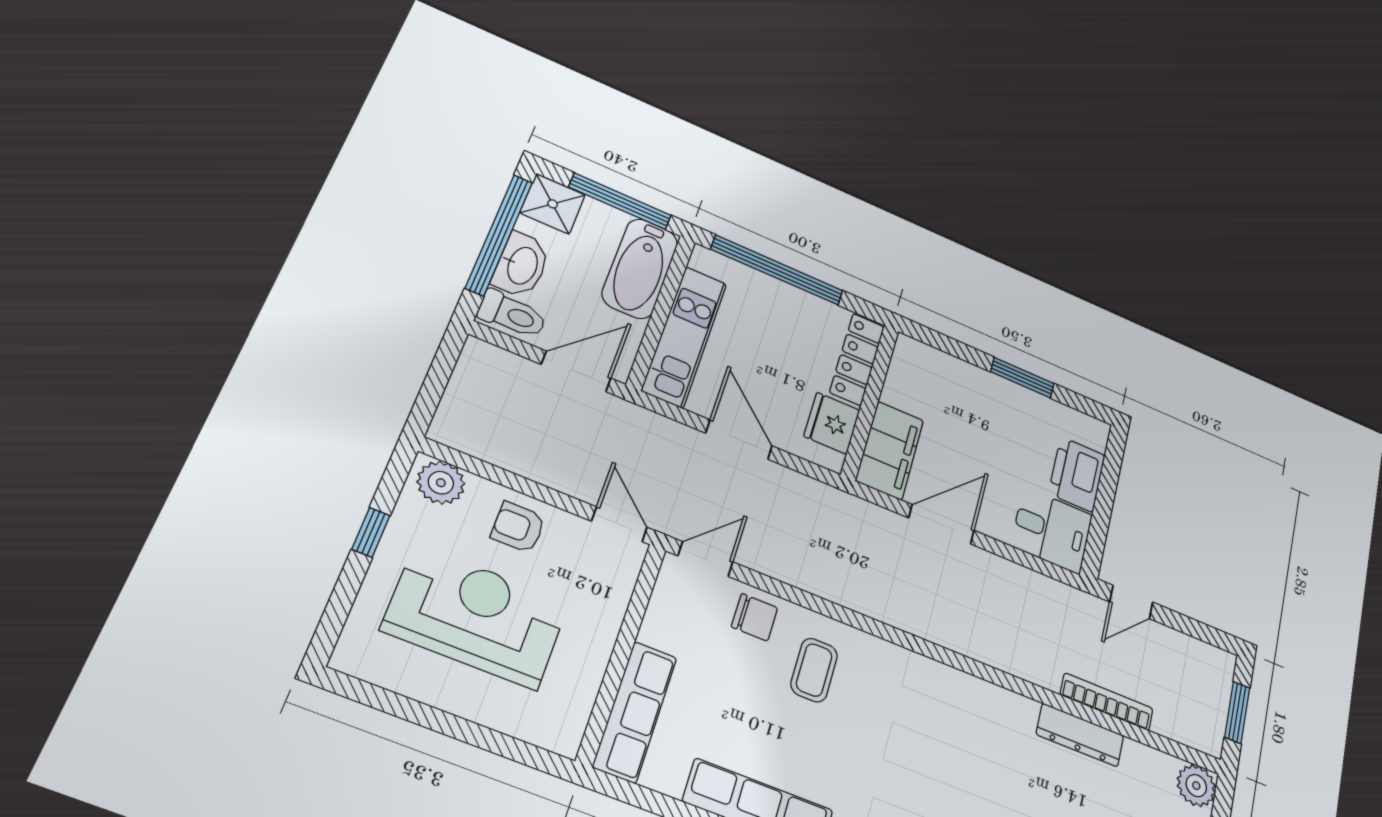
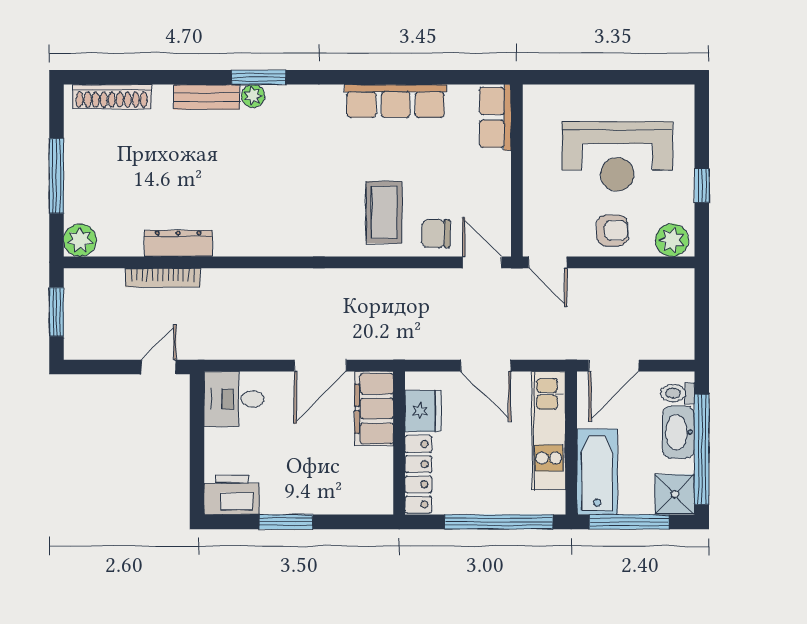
toilet: (512, 314) -> (678, 393), width x0.73, depth x0.72
printer: (1077, 474) -> (232, 495), moved, turned -90
door: (705, 559) -> (482, 262), swing flipped
coffee table: (814, 670) -> (384, 212), width x1.36, depth x1.30
row of seats: (635, 712) -> (495, 117), width x0.68

